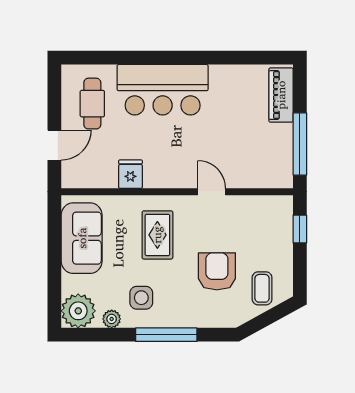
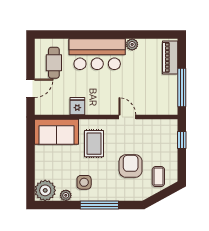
plant: (219, 74) -> (132, 44), added
sofa: (82, 238) -> (56, 132), moved, turned 90

